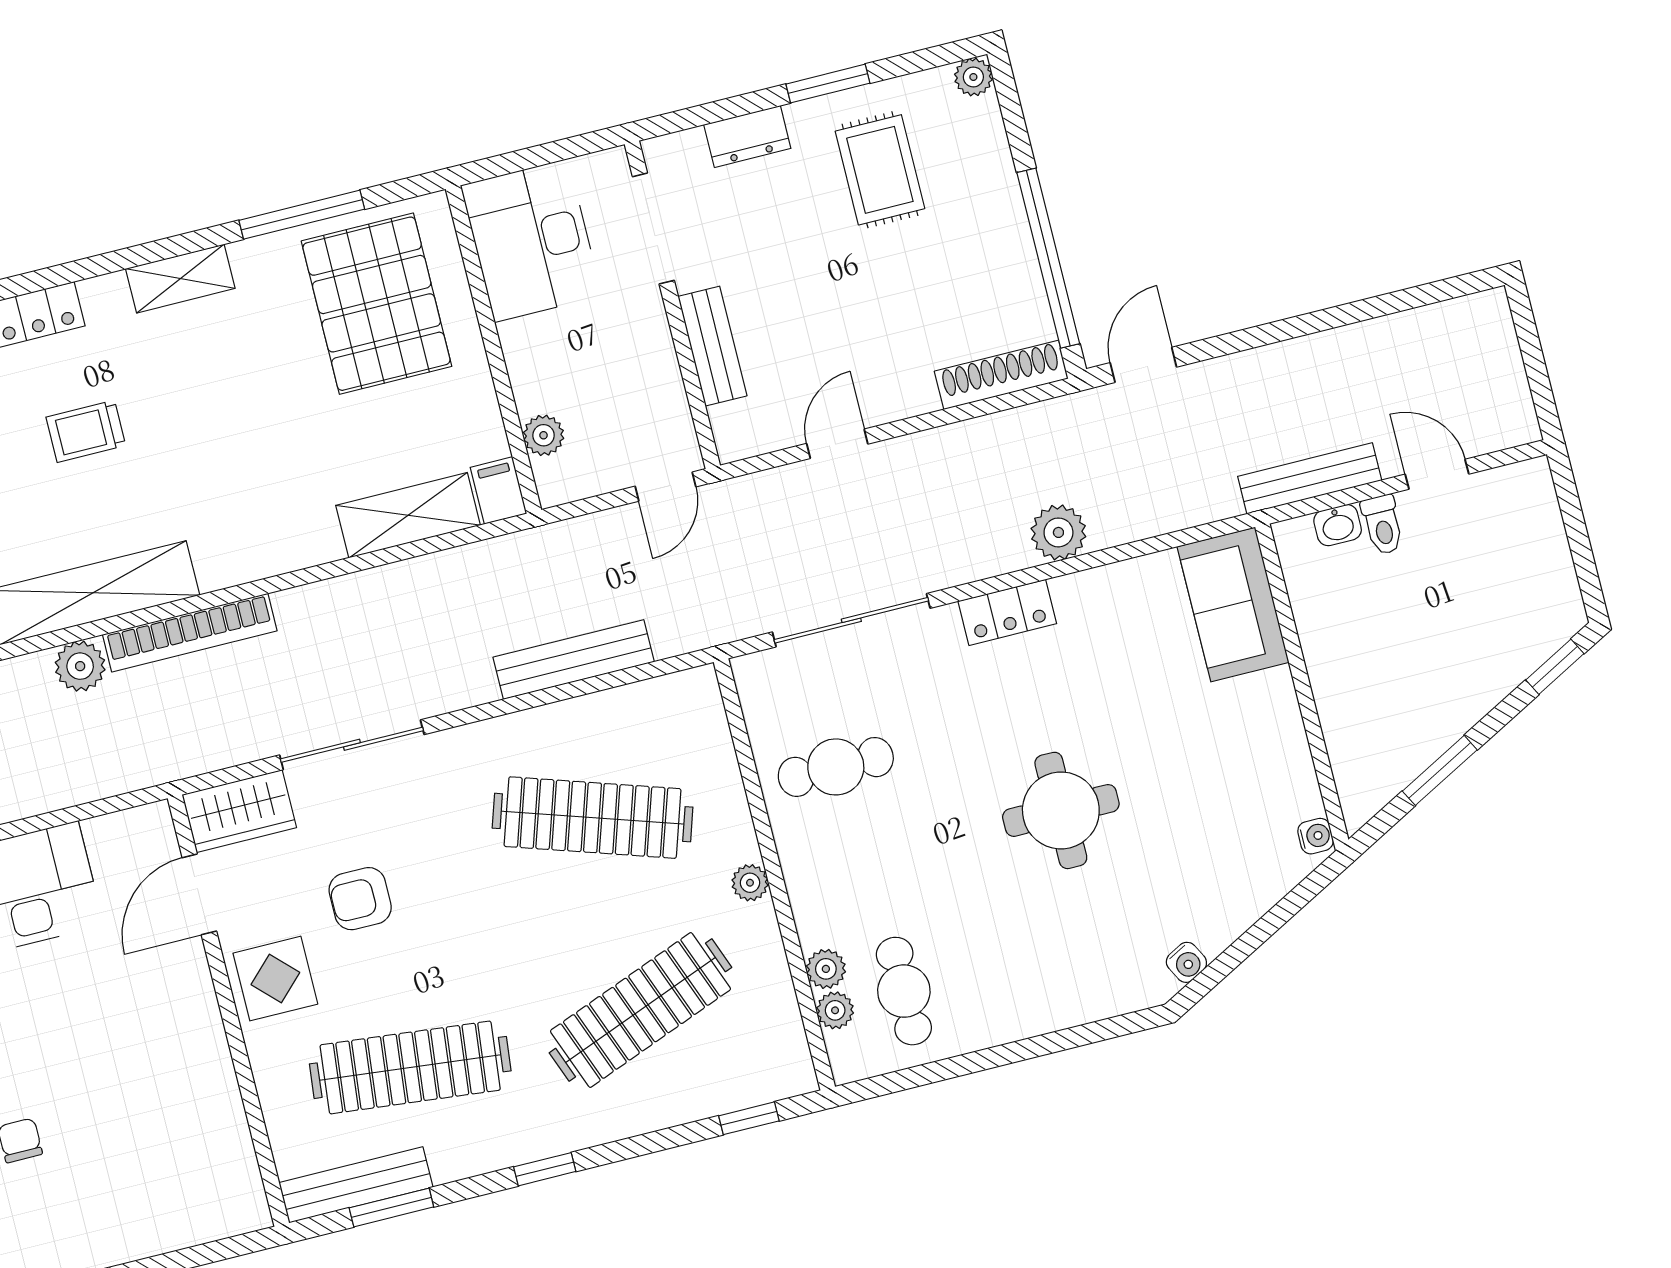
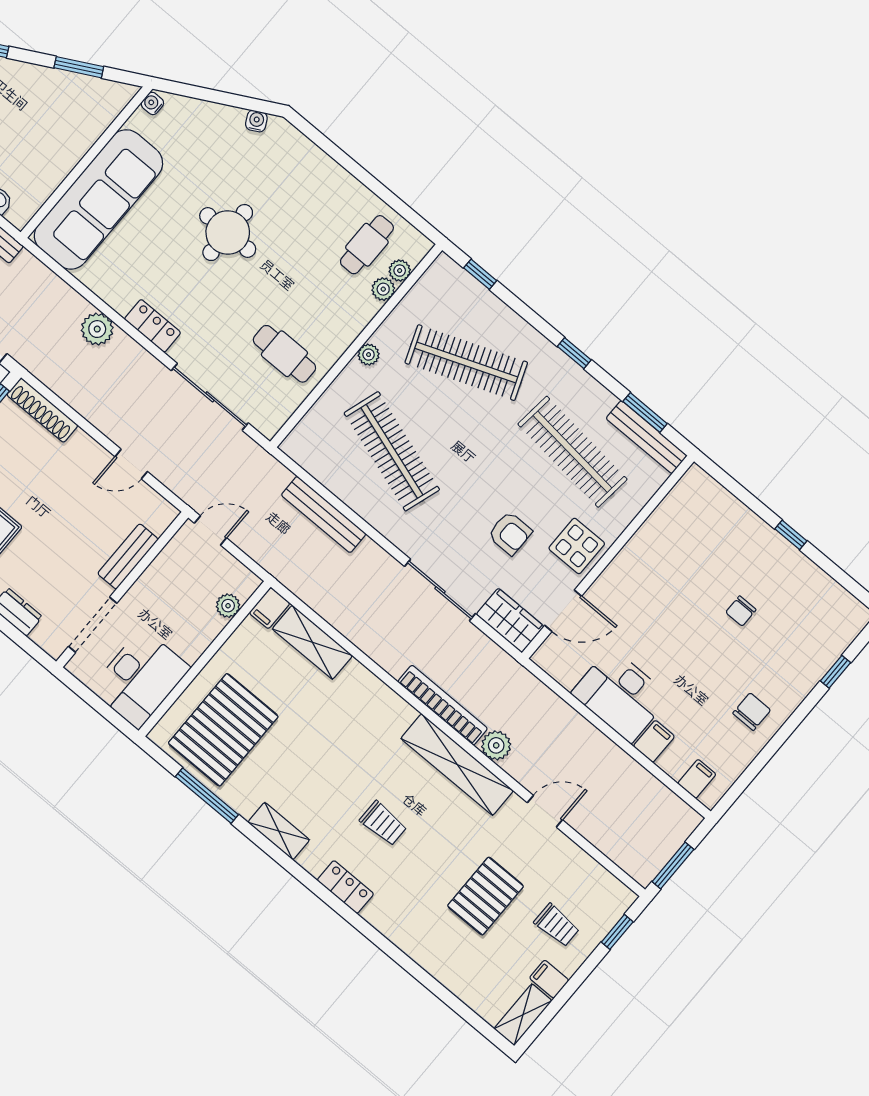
sofa: (1233, 605) -> (98, 199), width x1.85, depth x1.27

